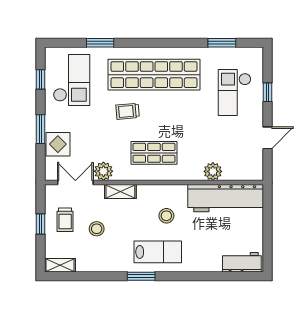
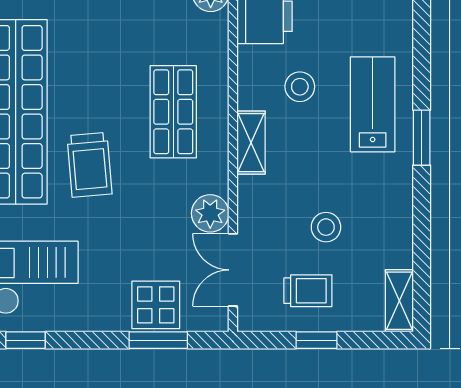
trolley: (128, 111) -> (90, 165), width x1.36, depth x1.39
window: (40, 129) -> (158, 340), moved
shelving: (120, 192) -> (251, 143), moved

